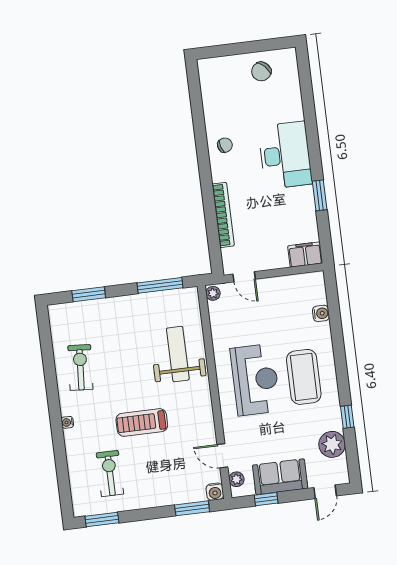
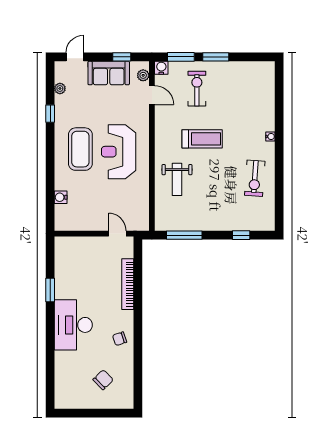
chair: (261, 71) -> (103, 380), moved
filing cabinet: (305, 254) -> (67, 245), removed
plant: (213, 293) -> (143, 224), removed
window: (89, 294) -> (241, 235), width x0.67
weight bench: (178, 354) -> (177, 179), width x0.73, depth x0.75
treadmill: (142, 422) -> (202, 139), moved
plant: (332, 444) -> (60, 88), width x0.53, depth x0.53
exercise bike: (110, 474) -> (197, 89), moved, turned 180
window: (102, 520) -> (216, 57), moved

